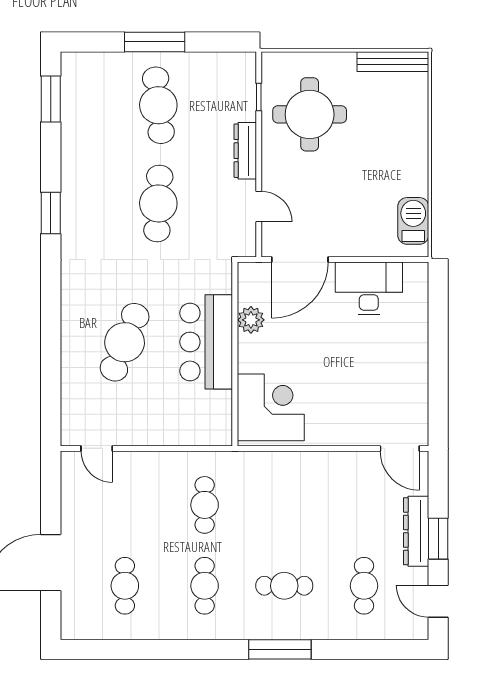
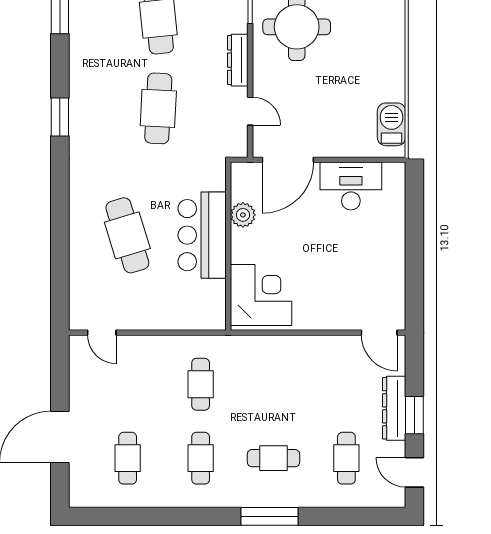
cafe table: (125, 342) -> (127, 235), turned -39

